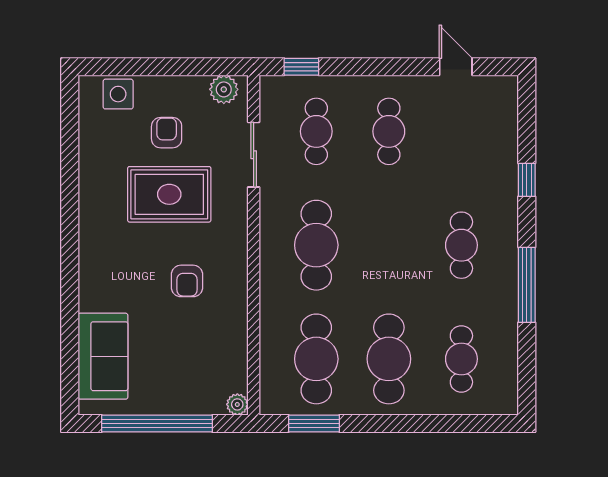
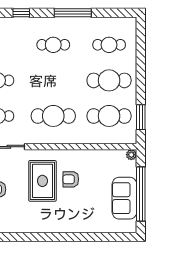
rug: (169, 194) -> (42, 181), moved
armchair: (187, 281) -> (71, 179), turned 180
sofa: (103, 356) -> (124, 198), moved, turned -90

